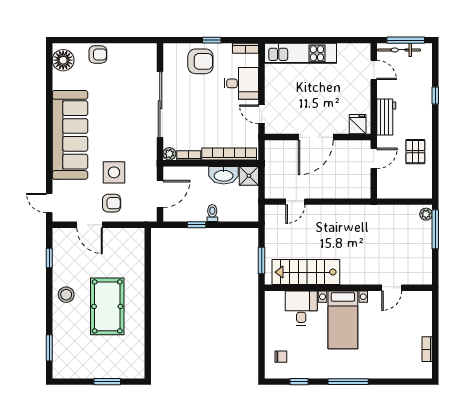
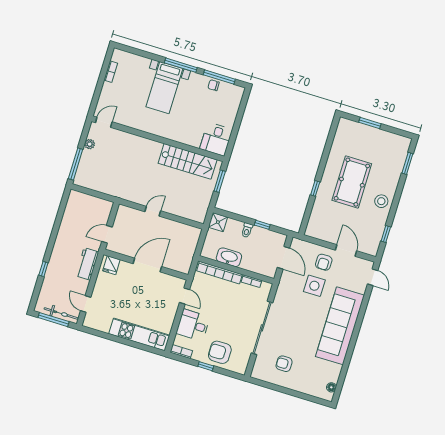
armchair: (98, 54) -> (284, 364), moved
floor lamp: (63, 60) -> (331, 387), width x0.53, depth x0.53
pallet: (415, 152) -> (73, 230), removed
plant: (169, 154) -> (266, 287), removed
shower: (249, 176) -> (218, 222), moved
door: (160, 194) -> (283, 258), swing flipped
door: (295, 202) -> (153, 211), moved
armchair: (112, 203) -> (324, 262), turned -90
plant: (426, 214) -> (90, 144), moved
window: (148, 286) -> (315, 188), added
door: (392, 288) -> (104, 122), moved
desk: (301, 308) -> (216, 139), moved
bed with nightstands: (343, 320) -> (164, 88), moved, turned 180
chair: (281, 357) -> (214, 85), moved
window: (299, 382) -> (219, 77), width x2.17

